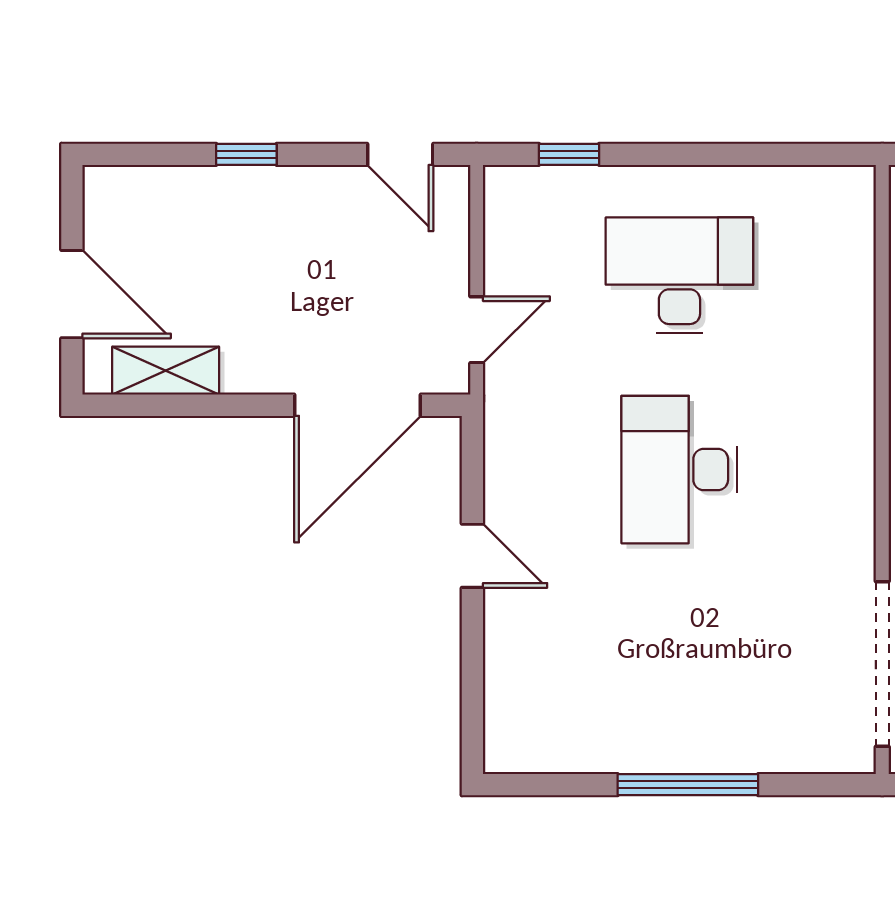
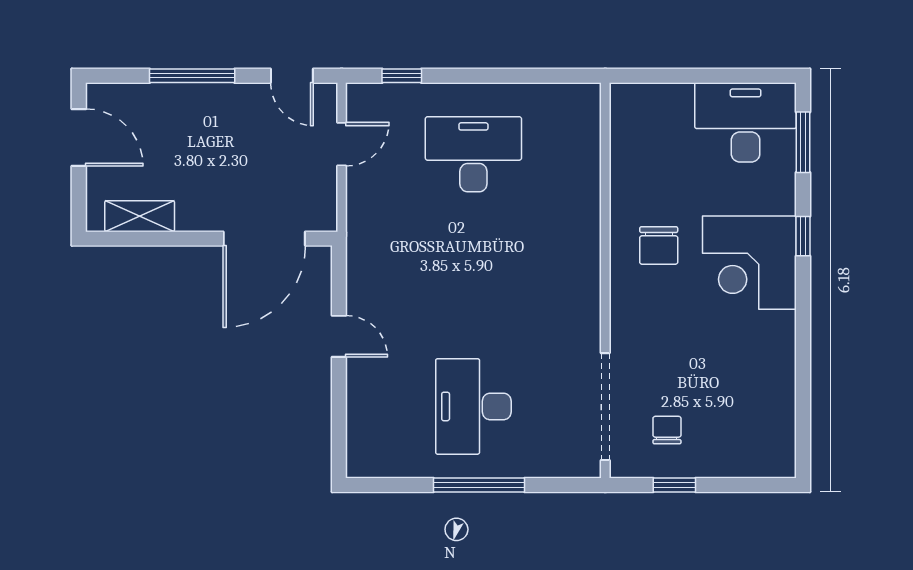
window: (246, 154) -> (192, 76), width x2.17
door: (72, 294) -> (79, 137), moved
door: (477, 330) -> (342, 144), moved
desk: (679, 470) -> (473, 406), moved

